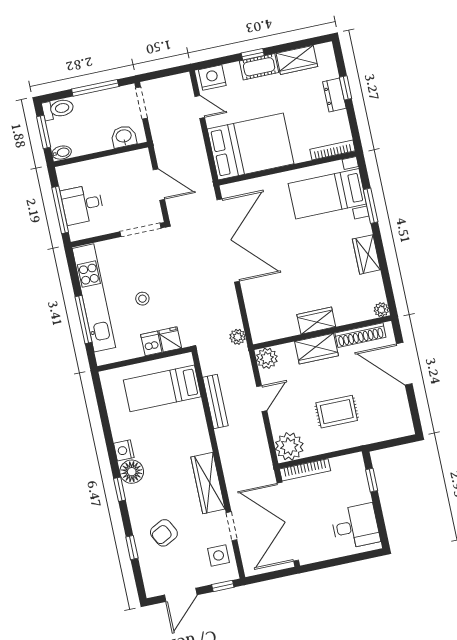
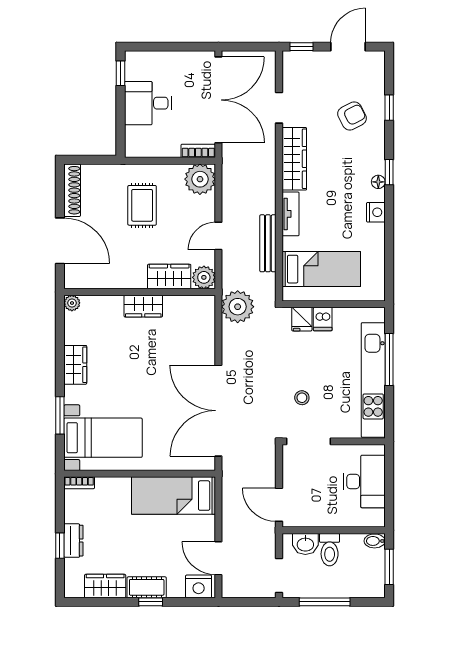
door: (200, 107) -> (218, 558), width x1.38
toilet: (58, 109) -> (330, 550), moved, turned -90
bed: (251, 146) -> (174, 496), width x0.67
bookcase: (333, 150) -> (79, 483), width x0.64
door: (159, 185) -> (279, 505), moved
desk: (82, 204) -> (364, 481), width x1.37
window: (60, 210) -> (389, 481), removed
stool: (142, 299) -> (302, 398), moved
shoe rack: (360, 335) -> (72, 190), moved, turned 90
plant: (238, 337) -> (238, 307), width x1.87, depth x1.87
wardrobe: (316, 349) -> (169, 276), moved
rug: (337, 412) -> (142, 205), turned 90
tv unit: (201, 432) -> (290, 214), added
bookcase: (305, 470) -> (198, 151), width x0.64
floor lamp: (132, 472) -> (378, 182), width x0.53, depth x0.53
window: (372, 480) -> (121, 73), moved
desk: (355, 526) -> (148, 103), moved
side table: (219, 555) -> (299, 80), removed

